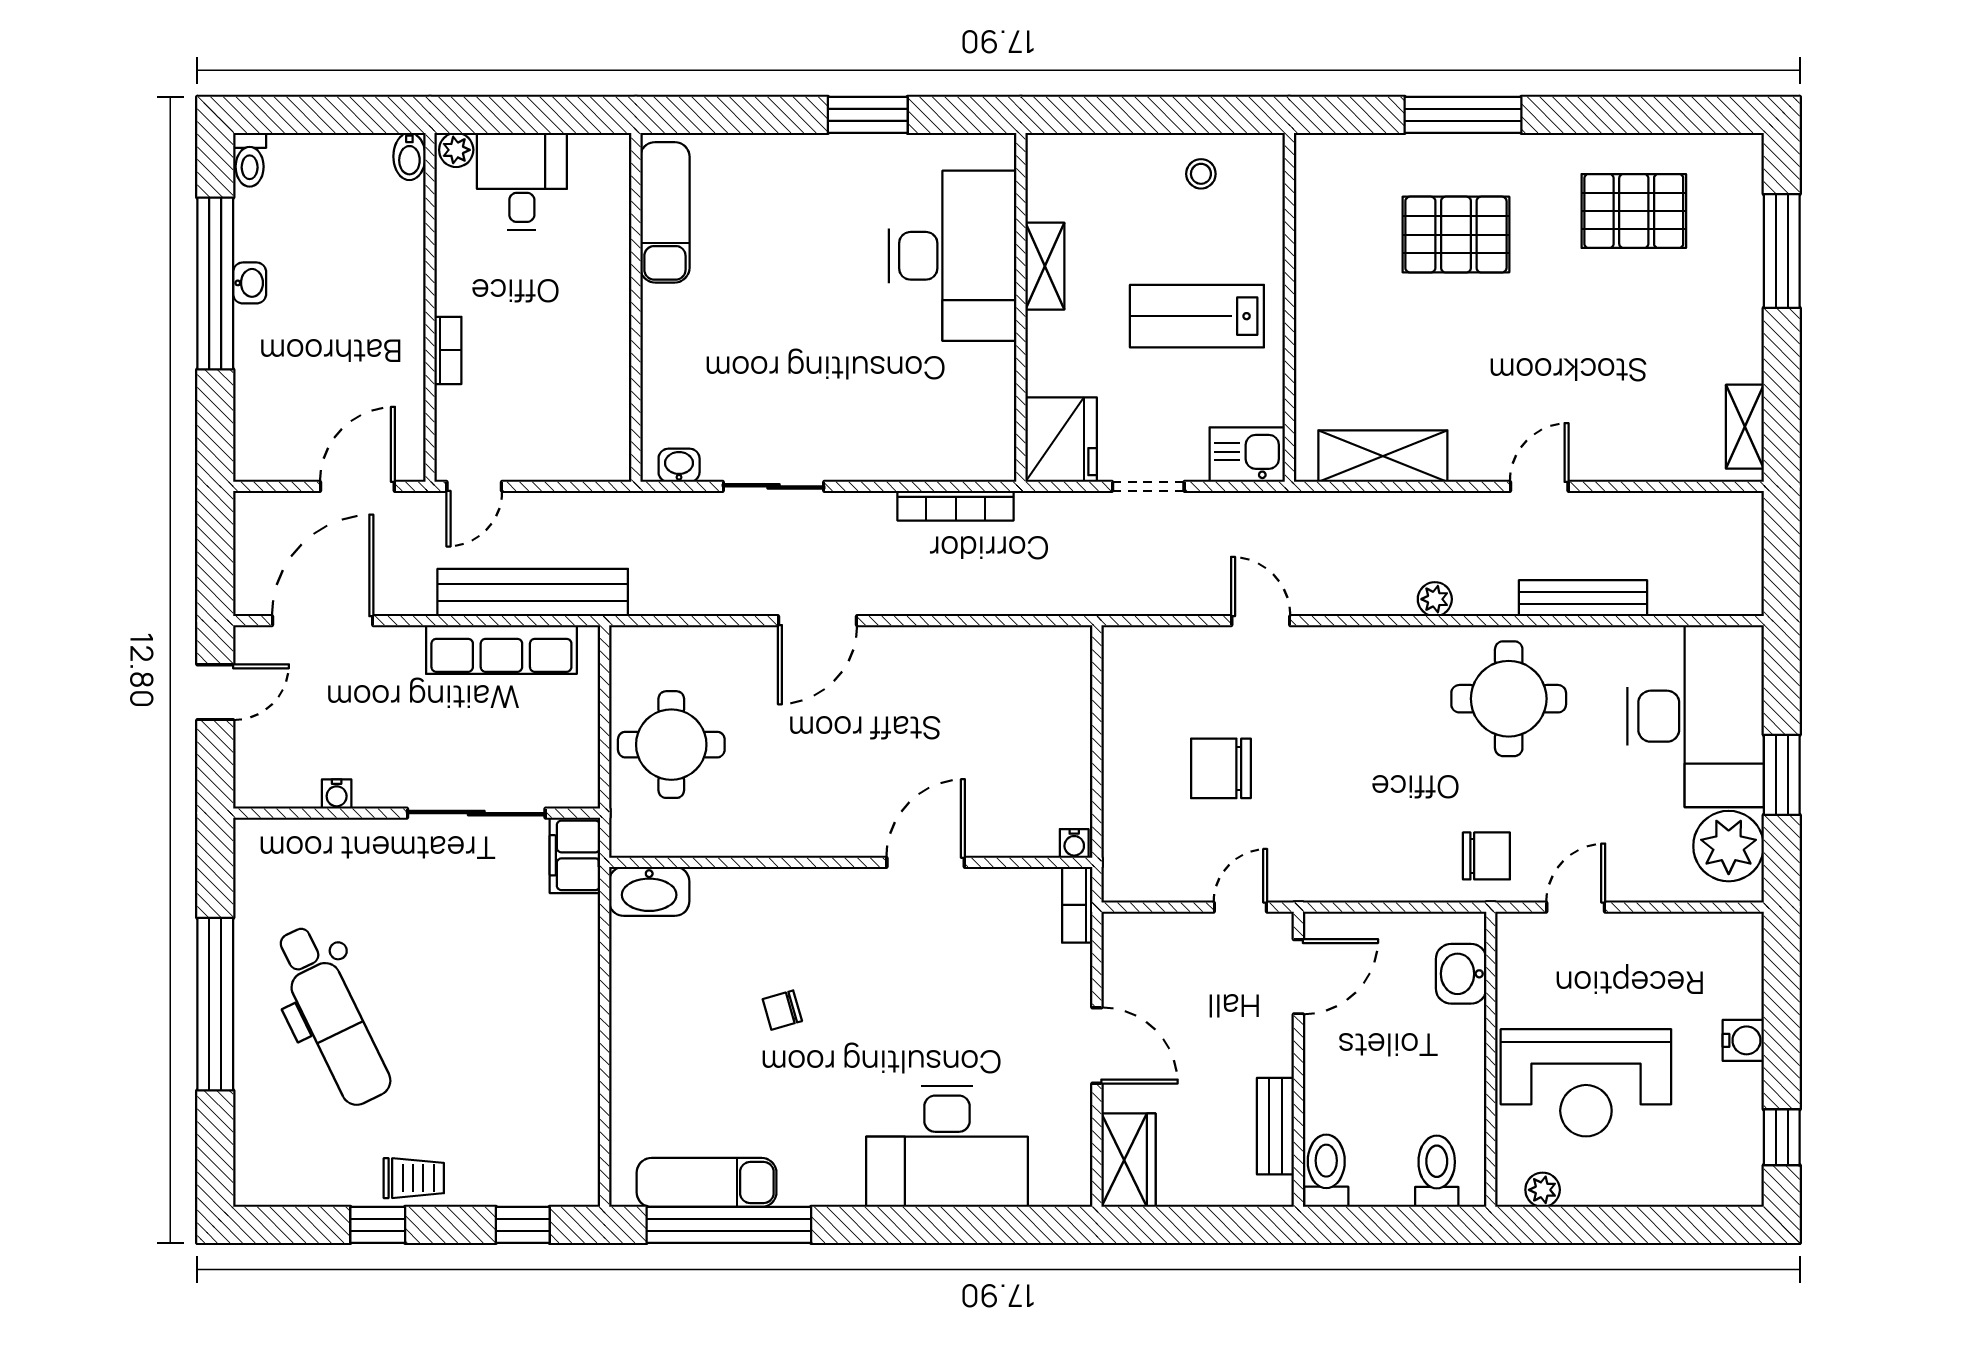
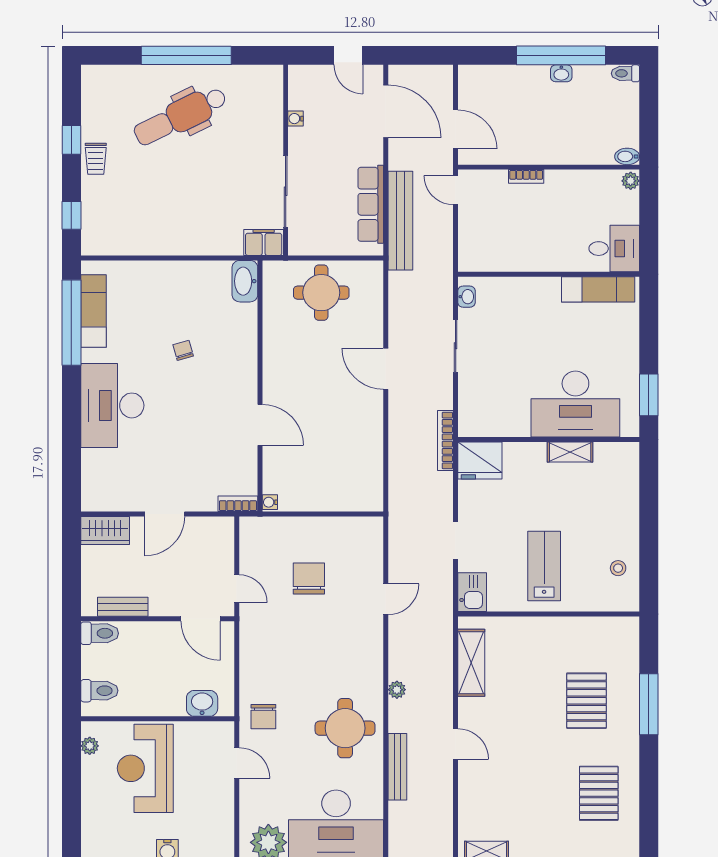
desk: (522, 181) -> (614, 249), moved
desk: (953, 256) -> (575, 404), moved
shelving: (1045, 266) -> (570, 452), moved
wall: (1021, 307) -> (549, 439), moved
fridge: (1061, 440) -> (480, 460), moved
desk: (947, 1146) -> (112, 405), moved

